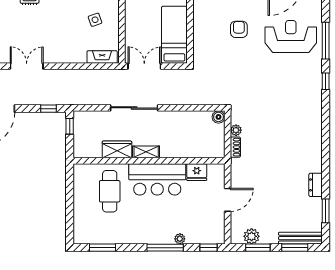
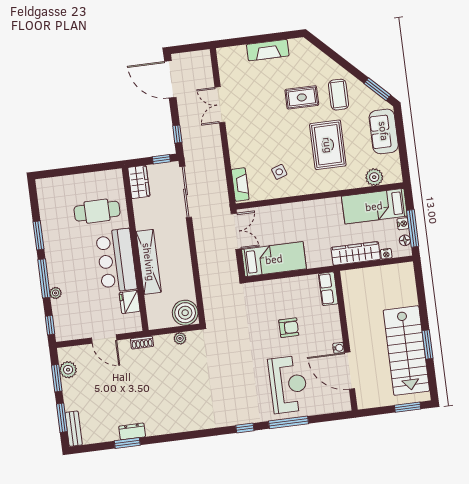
double door: (27, 66) -> (220, 105), swing flipped
sliding door: (134, 108) -> (186, 192), moved
boiler: (218, 117) -> (185, 313), width x1.86, depth x1.86
shoe rack: (235, 147) -> (142, 343), moved
wardrobe: (117, 149) -> (139, 182), moved
shelving: (146, 152) -> (149, 262), width x2.20, depth x1.33
window: (326, 211) -> (127, 443), moved
bench: (300, 238) -> (74, 429), width x0.73
window: (102, 248) -> (38, 235), moved

